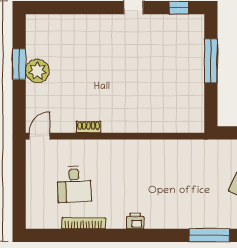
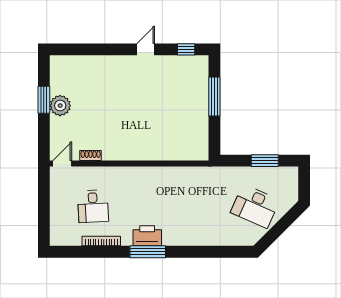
shoe rack: (88, 127) -> (91, 156), moved
printer: (135, 221) -> (147, 236), width x1.87, depth x1.48
window: (209, 235) -> (148, 252), moved

